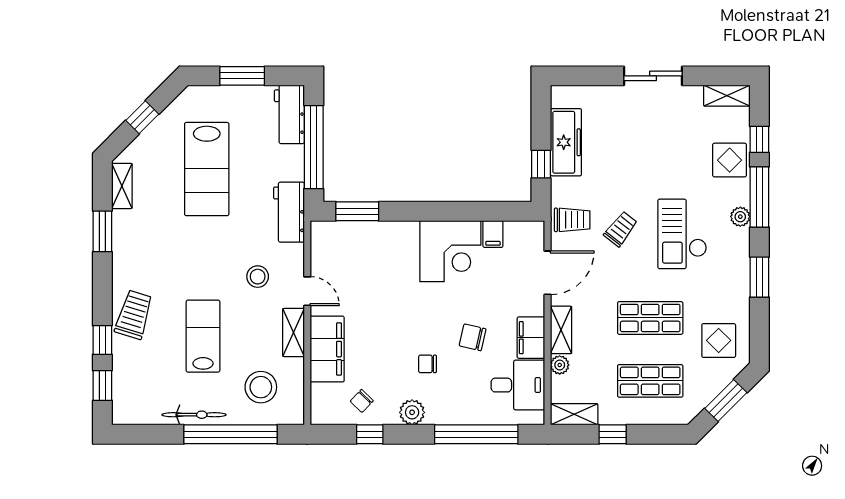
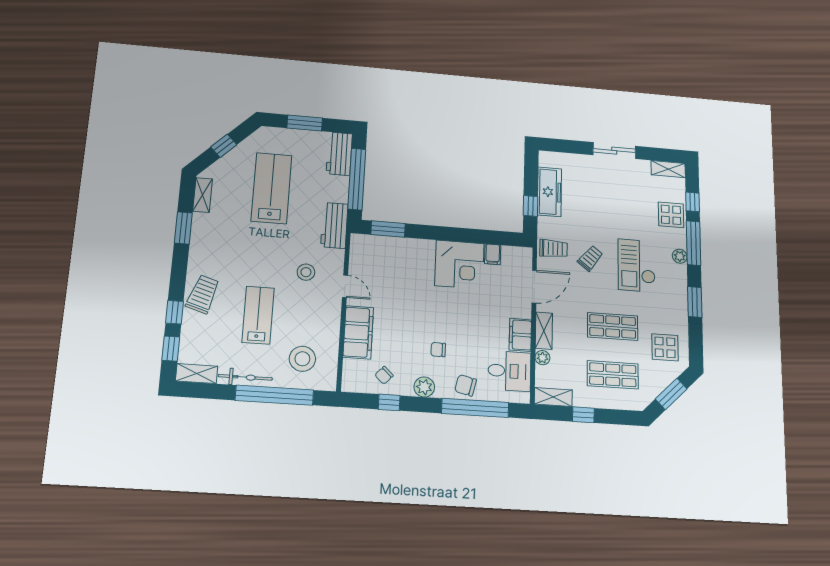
lab bench: (207, 169) -> (272, 188), turned 180
shelving: (294, 332) -> (197, 374), moved, turned 90
chair: (473, 337) -> (466, 385), moved

